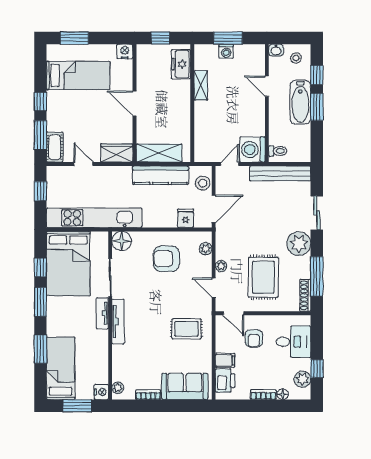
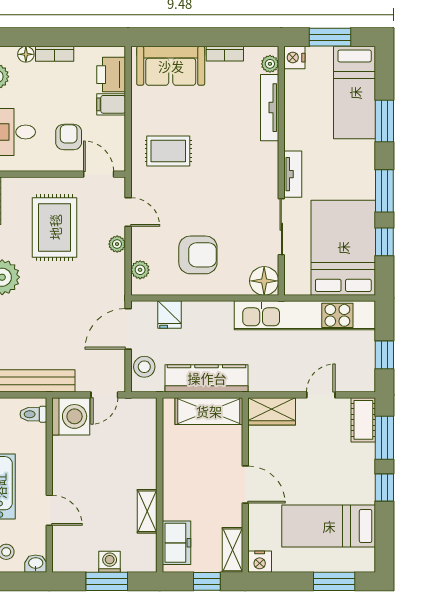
shelving: (143, 59) -> (232, 550), added
door: (83, 164) -> (321, 395), swing flipped
tv unit: (118, 322) -> (270, 108), moved

